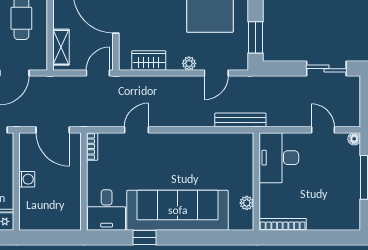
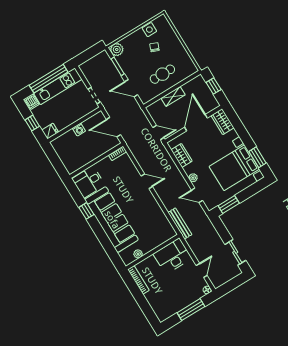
shelving: (61, 47) -> (173, 96), moved
door: (53, 130) -> (113, 127), hinge flipped
door: (136, 130) -> (147, 181), moved

